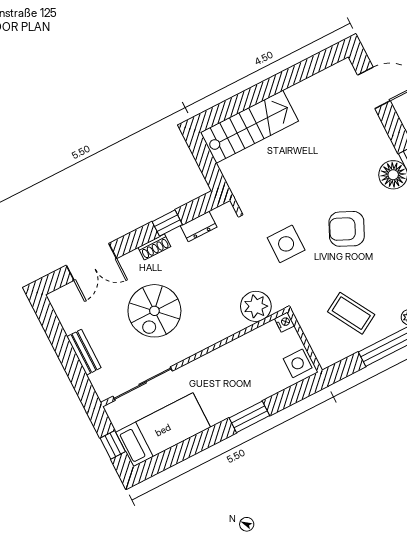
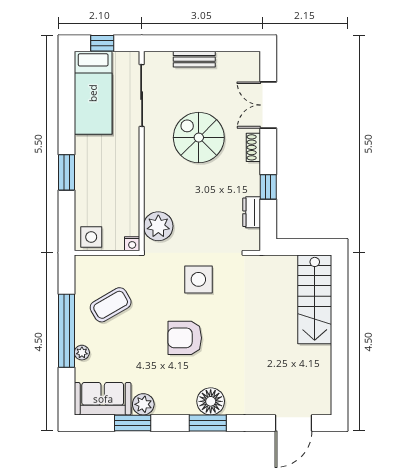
armchair: (347, 229) -> (185, 338), turned -115
shoe rack: (154, 247) -> (253, 147), moved

